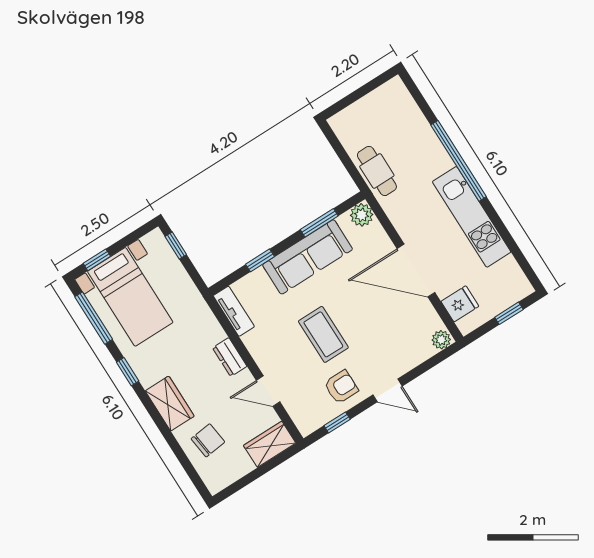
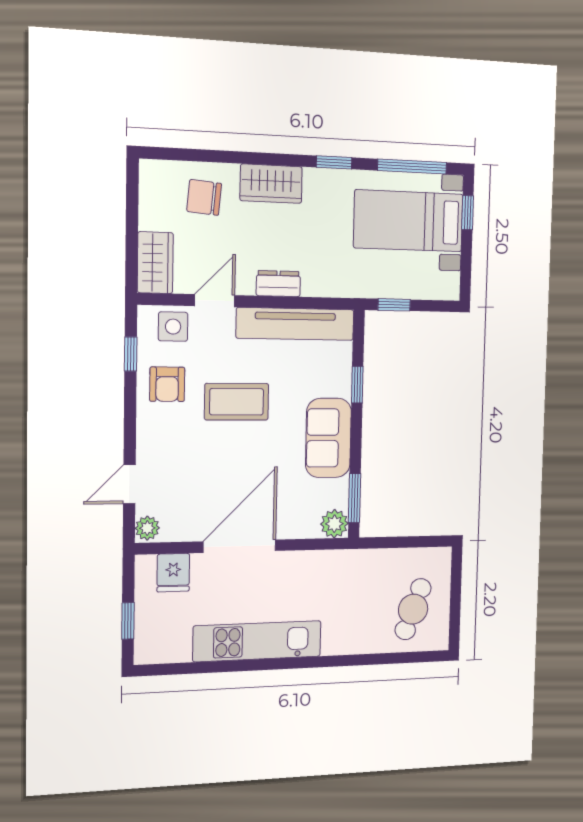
window: (458, 161) -> (324, 662), removed
cafe table: (377, 171) -> (413, 609), moved, turned -70
window: (319, 223) -> (354, 498), moved
window: (176, 246) -> (394, 305), moved
sofa: (308, 257) -> (328, 438), width x0.73
tv unit: (234, 311) -> (295, 324), width x1.92, depth x1.29
door: (387, 390) -> (129, 484), moved
side table: (302, 407) -> (173, 327), added
chair: (208, 440) -> (204, 197), turned 102

